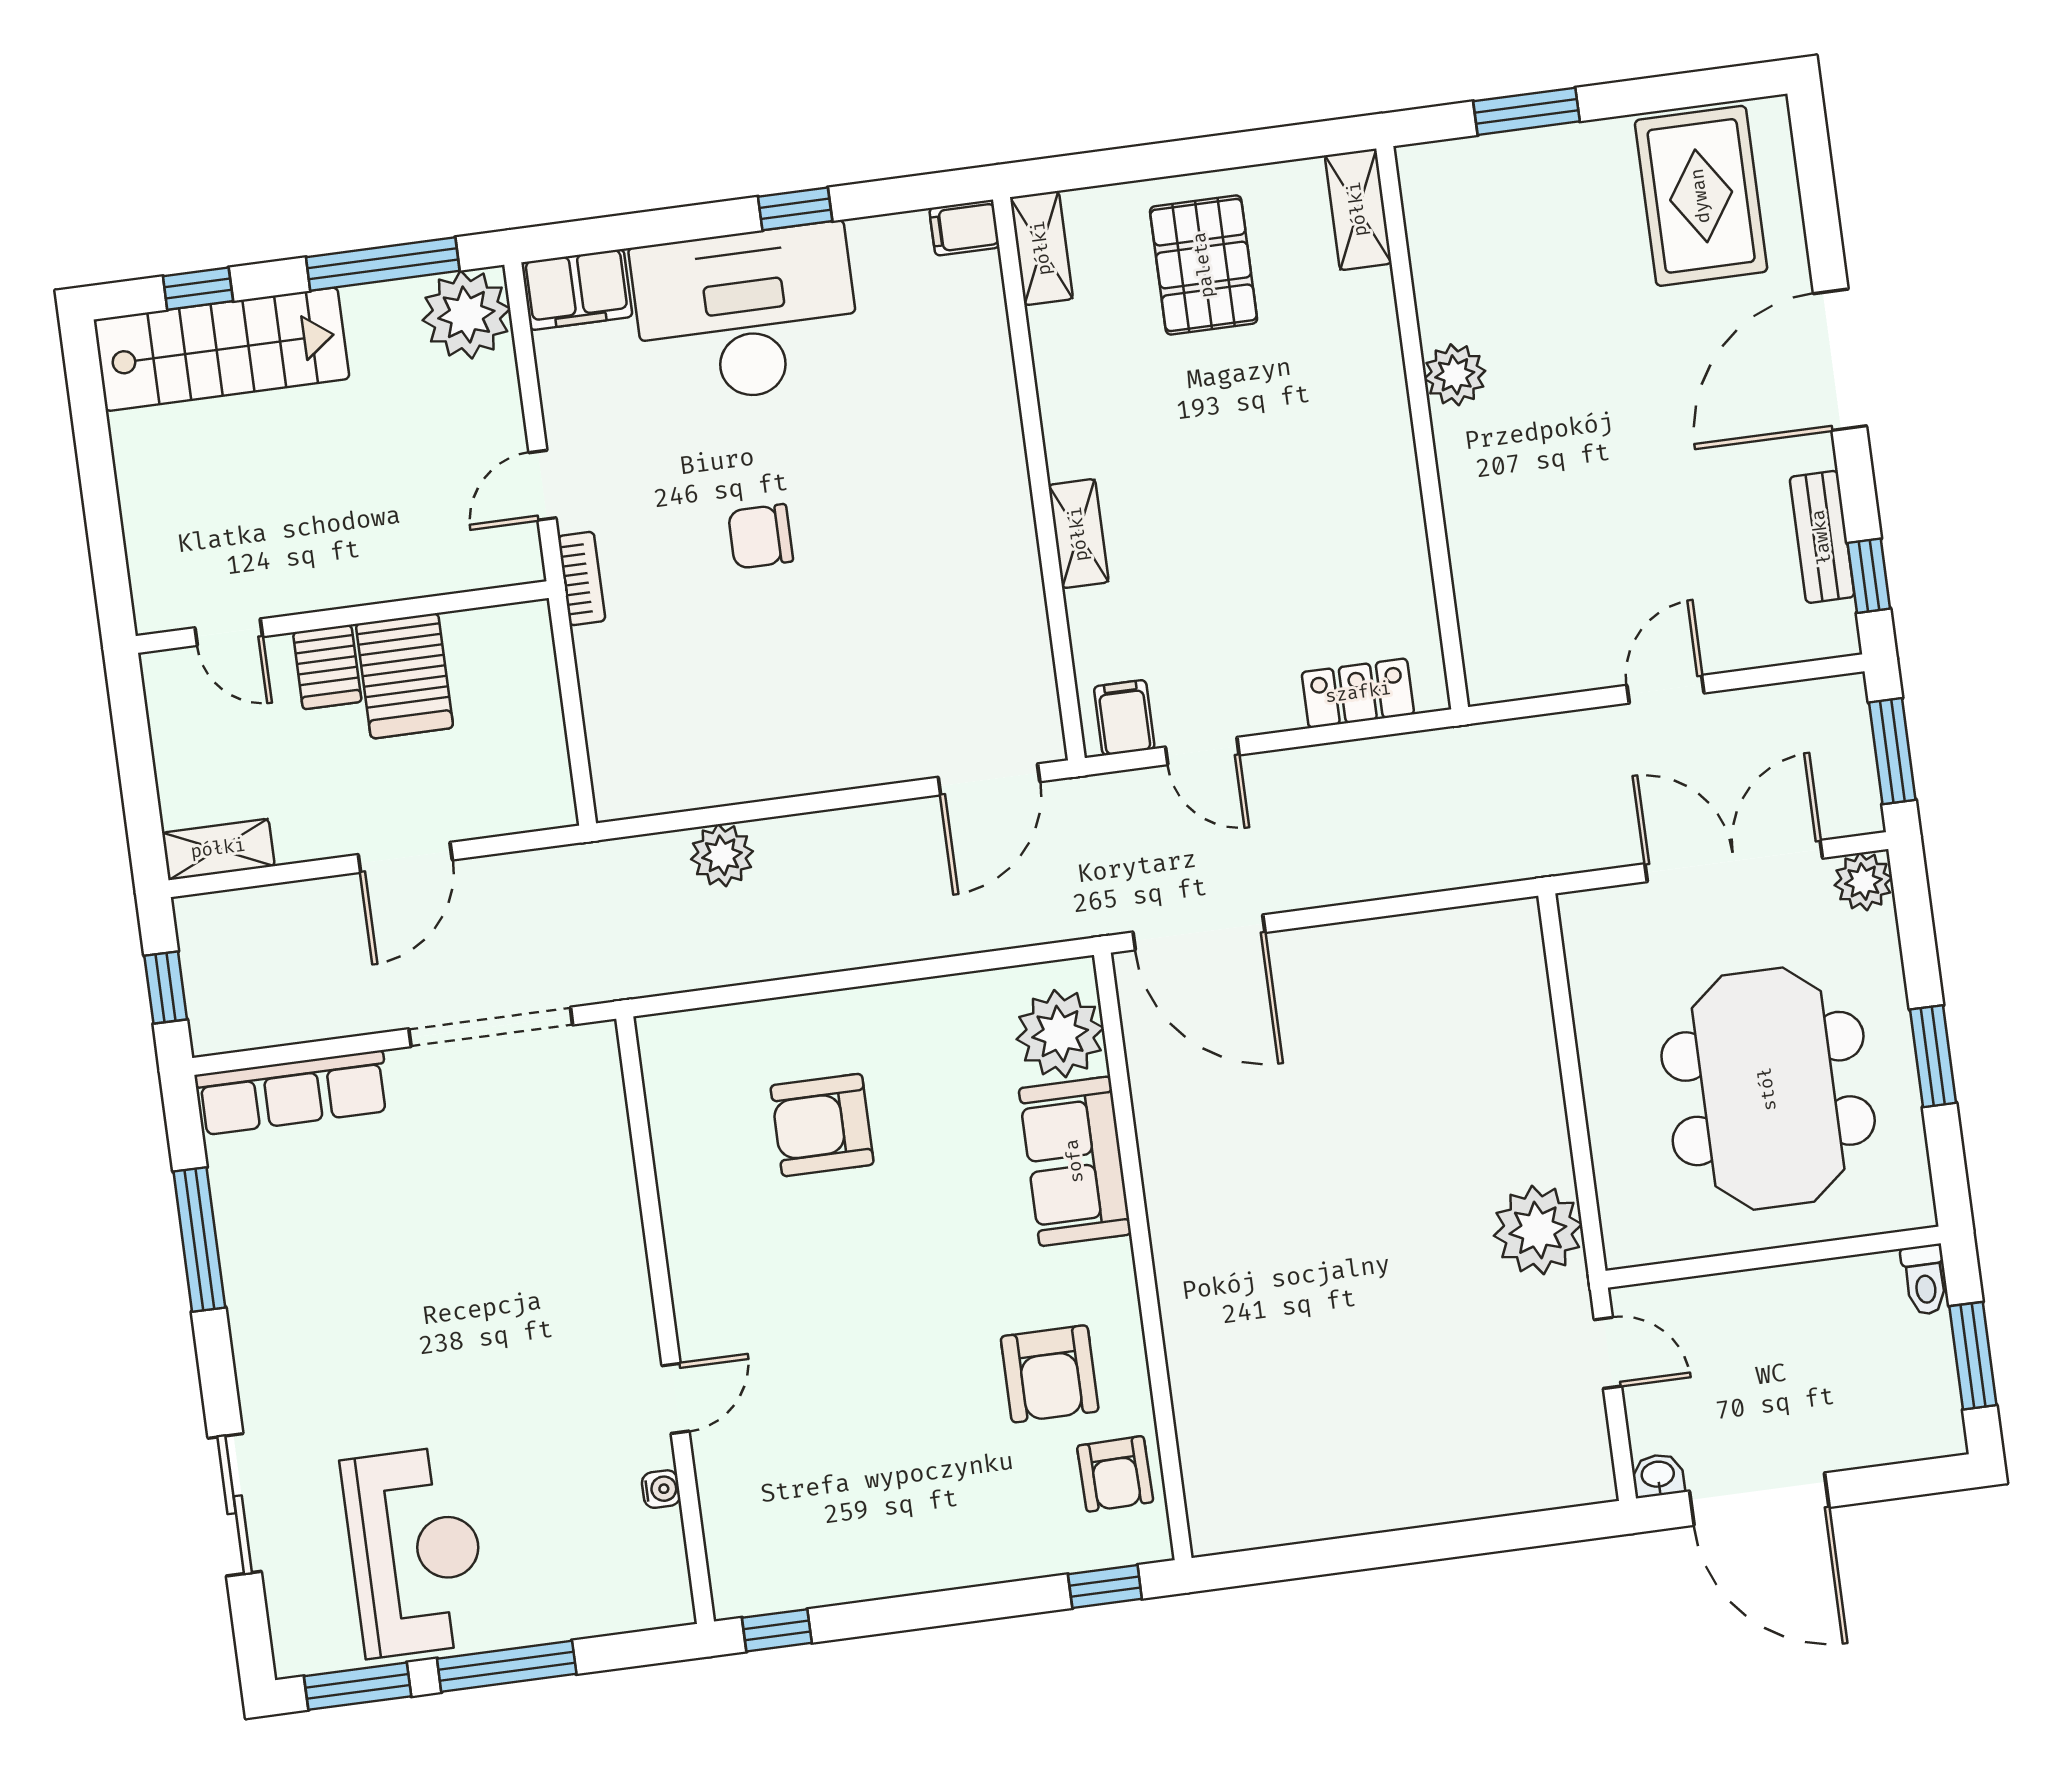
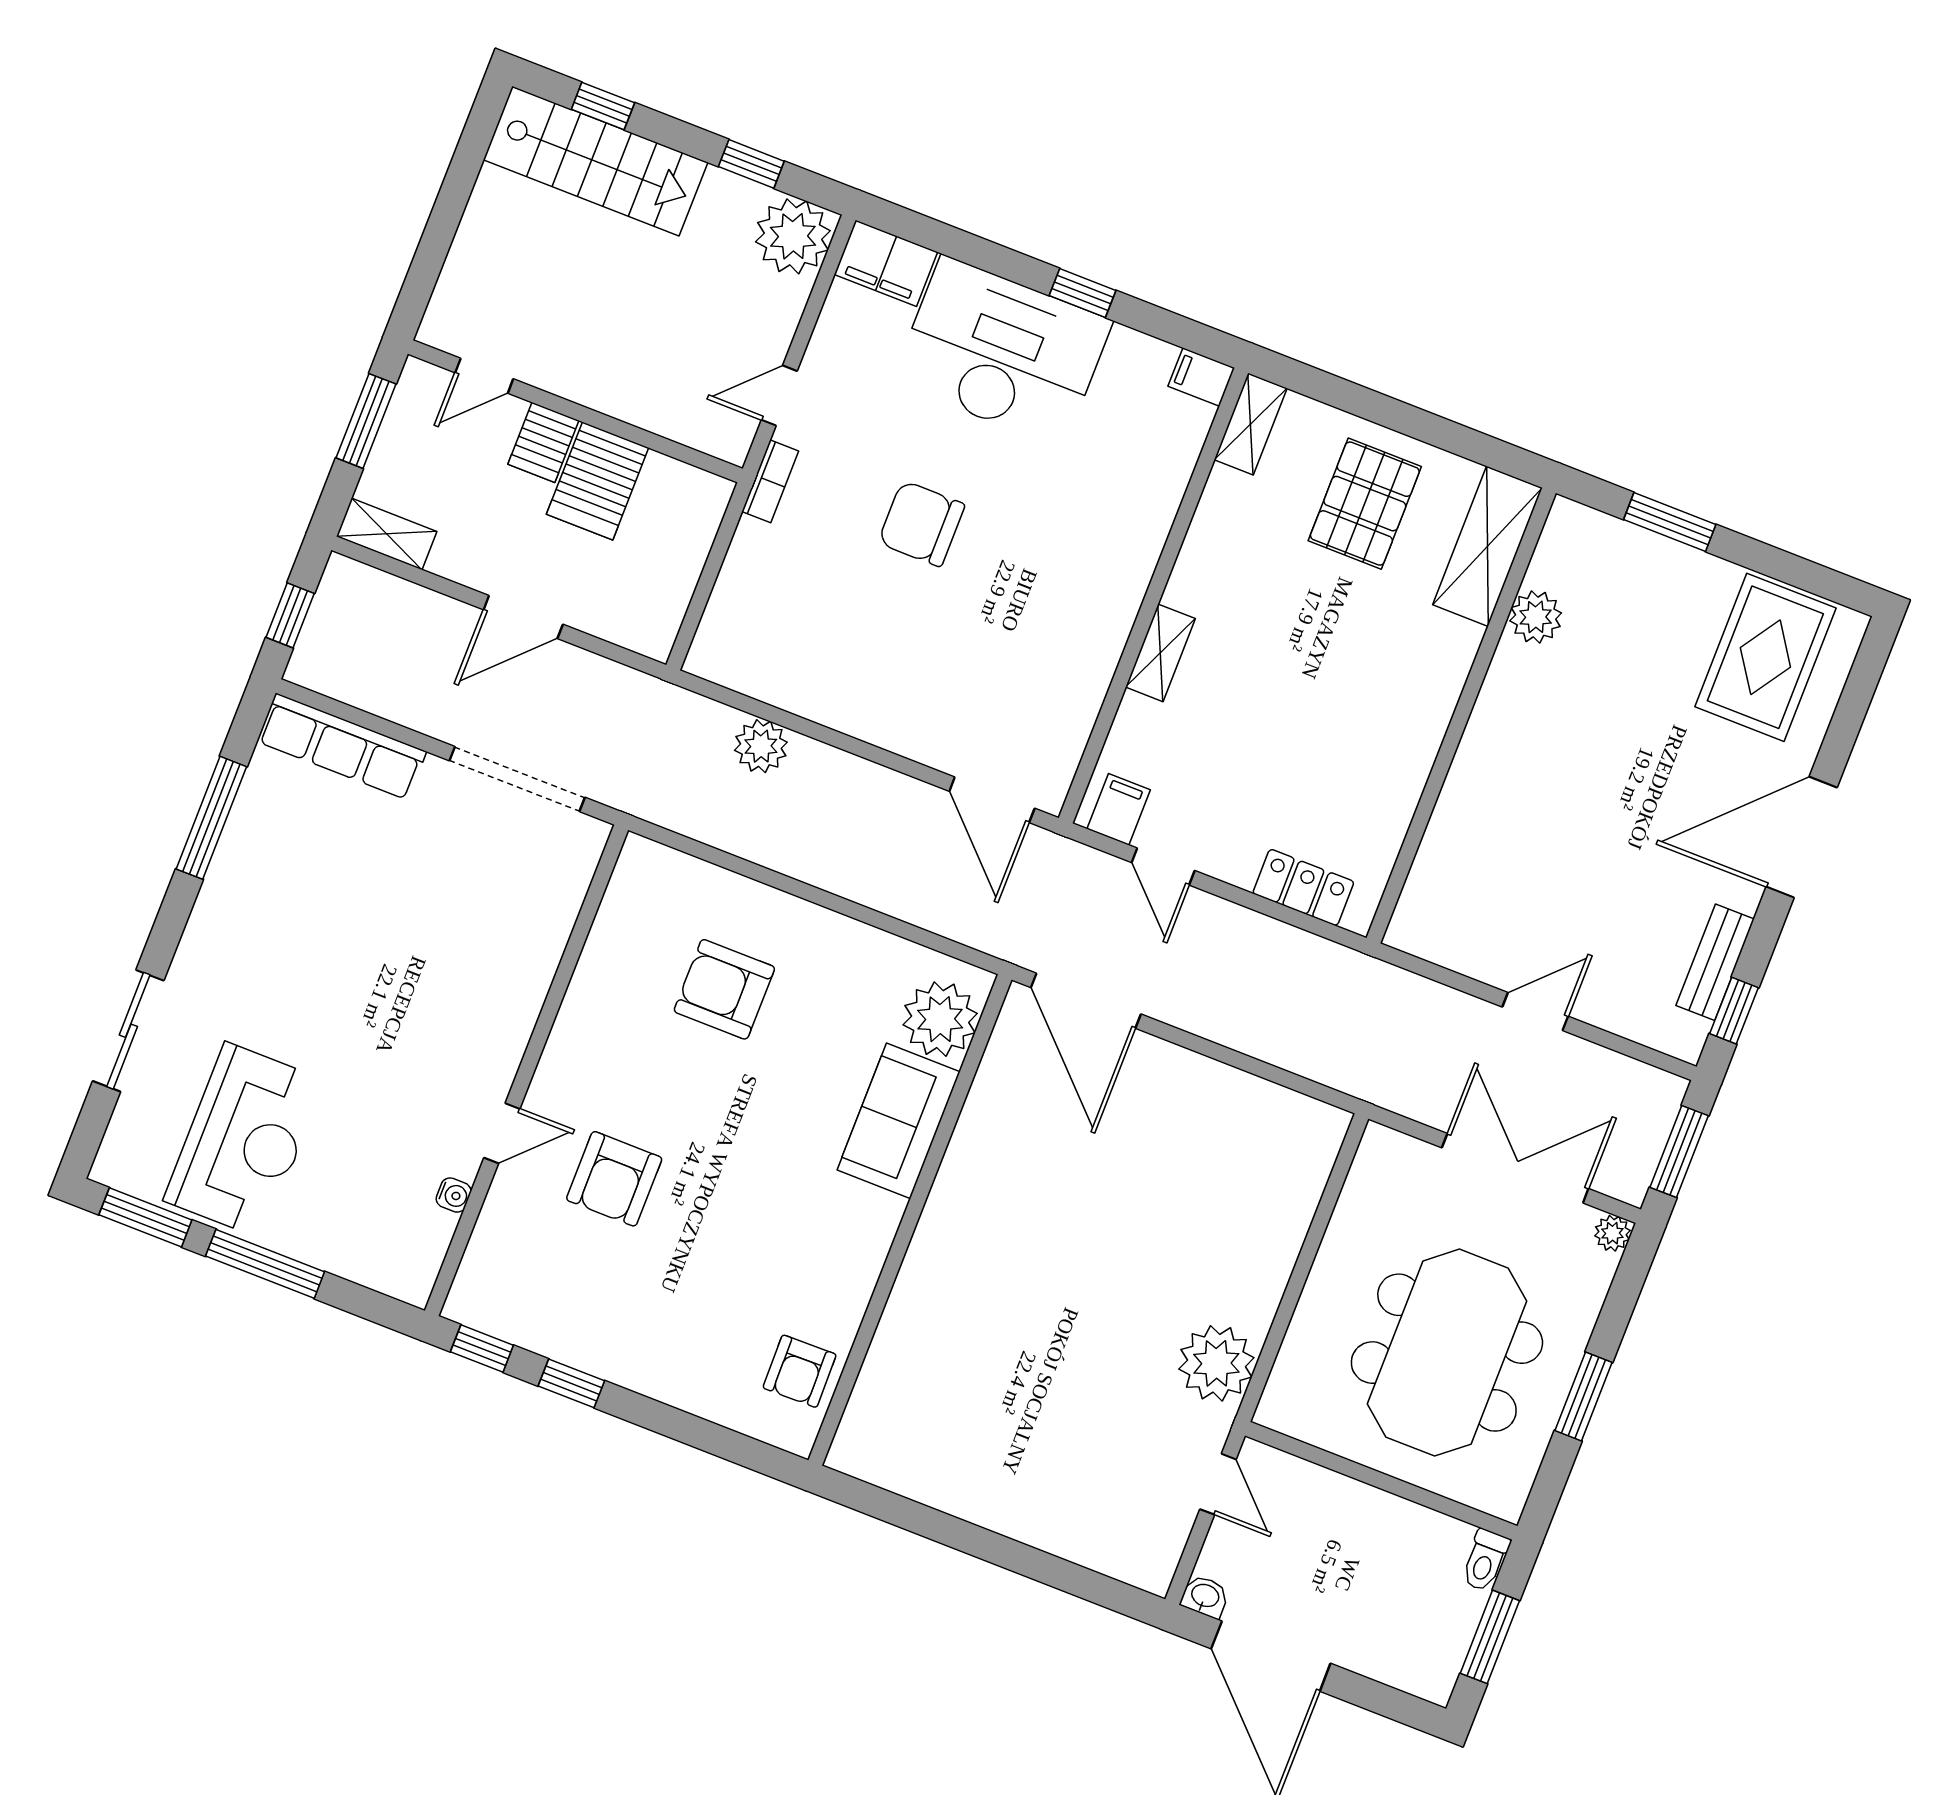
shelving: (1358, 209) -> (1487, 546), width x1.50, depth x1.33
window: (383, 264) -> (751, 164), width x0.46
plant: (1455, 375) -> (1536, 617), moved
chair: (761, 536) -> (921, 524), width x1.37, depth x1.37
door: (229, 632) -> (484, 376), hinge flipped
window: (133, 745) -> (366, 421), added
door: (989, 779) -> (992, 800), hinge flipped
plant: (1863, 882) -> (1612, 1233), width x0.73, depth x0.73
armchair: (1050, 1374) -> (614, 1179), moved
window: (1105, 1587) -> (571, 1383), moved

